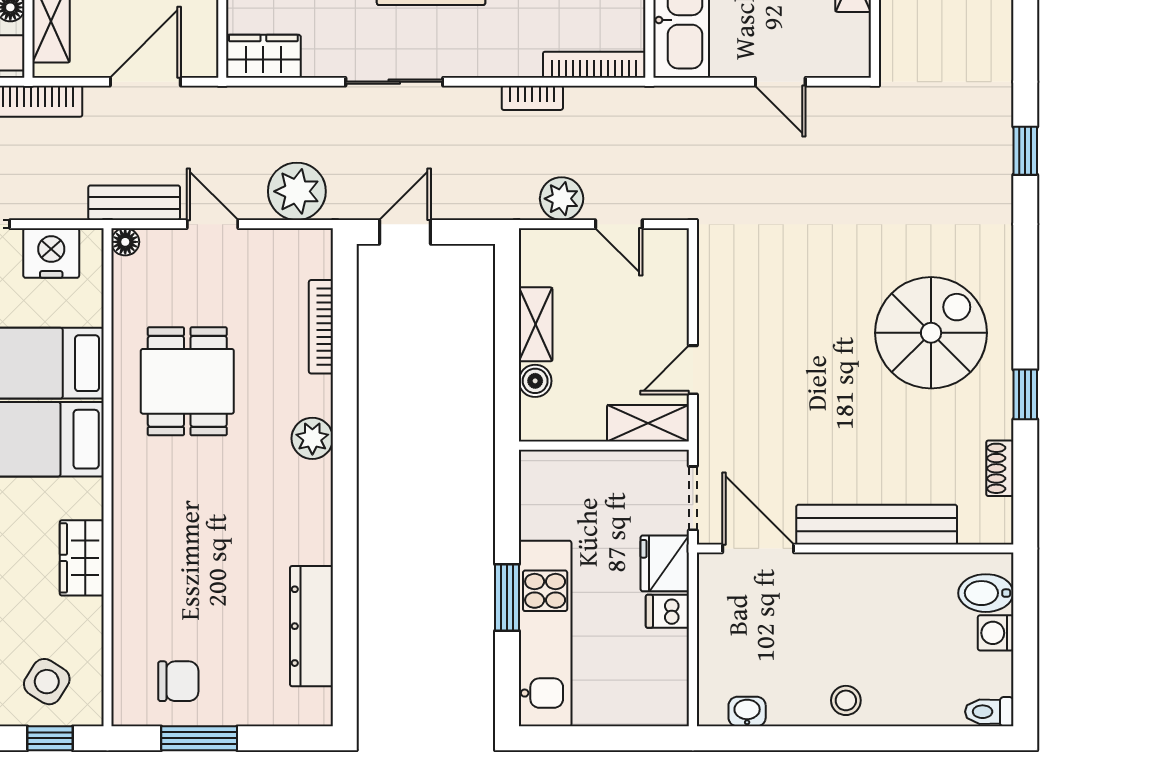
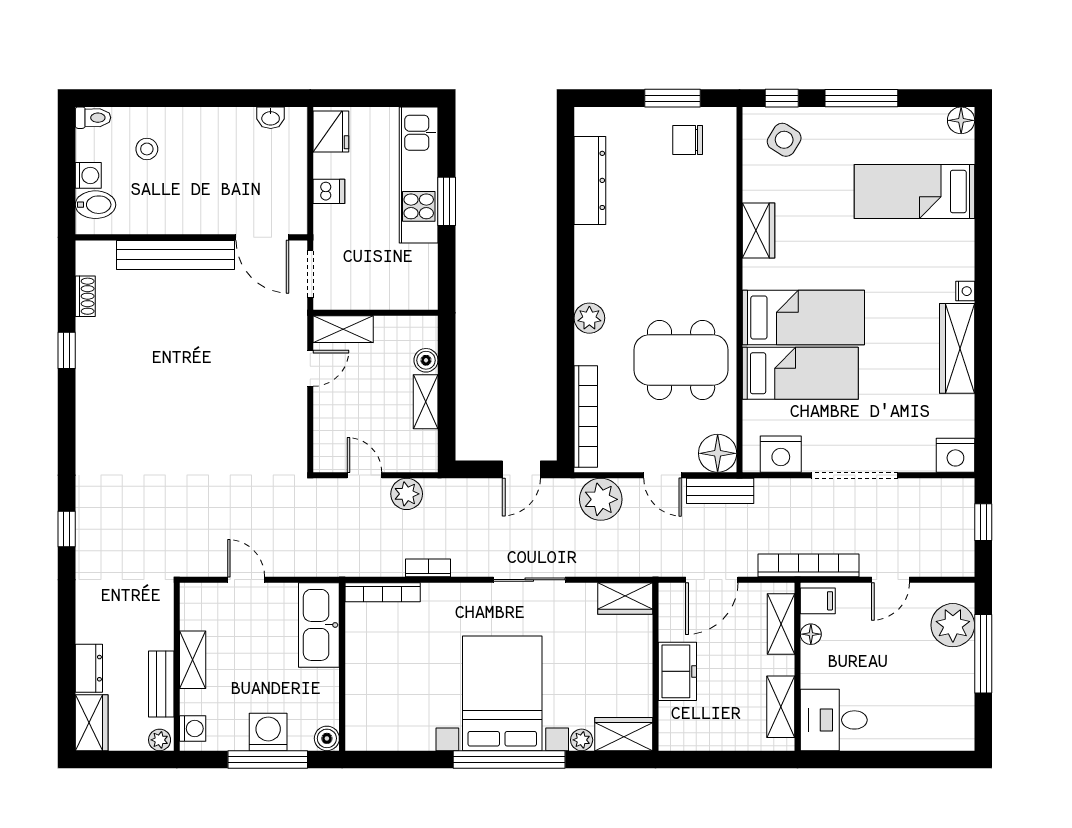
floor lamp: (125, 242) -> (718, 453), width x1.89, depth x1.89
bookcase: (321, 327) -> (586, 416), width x1.48, depth x1.31
spiral stairs: (931, 333) -> (136, 396), removed
dining table: (187, 381) -> (681, 360), width x1.38
fridge: (665, 563) -> (331, 132), moved
stool: (846, 700) -> (147, 149), moved

